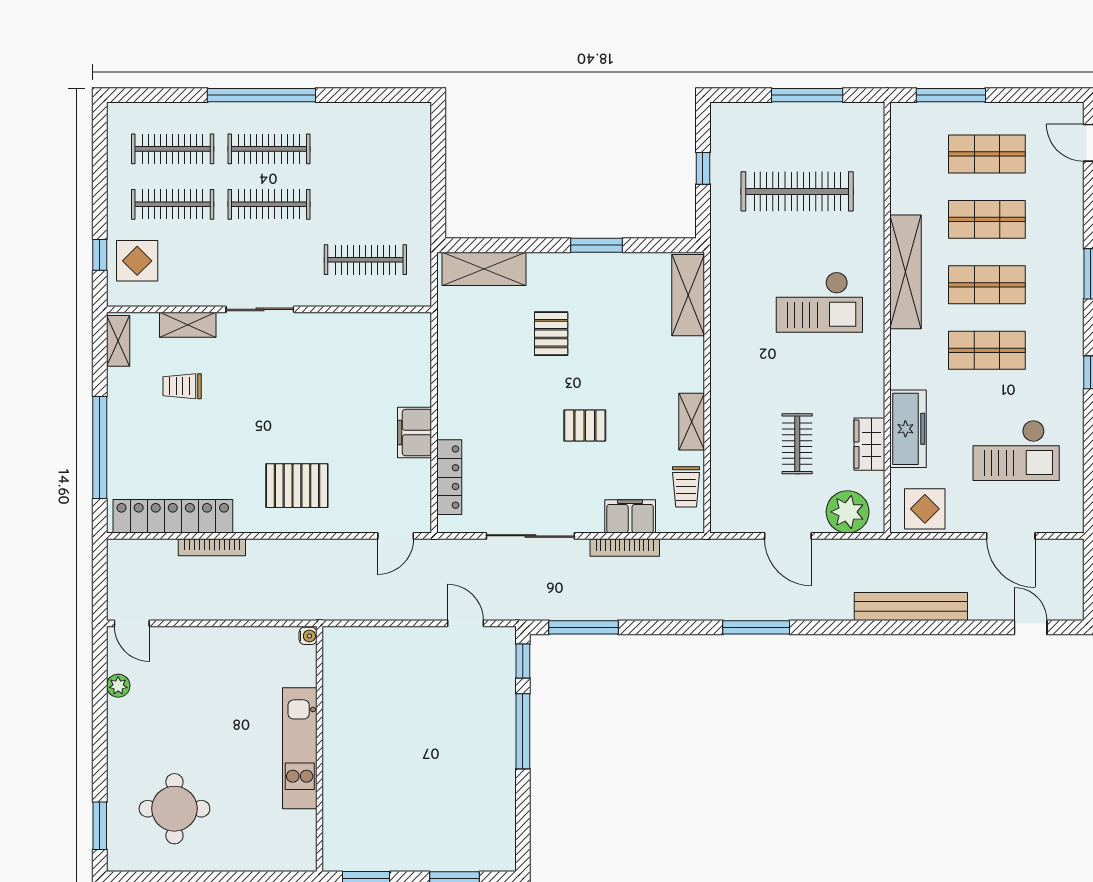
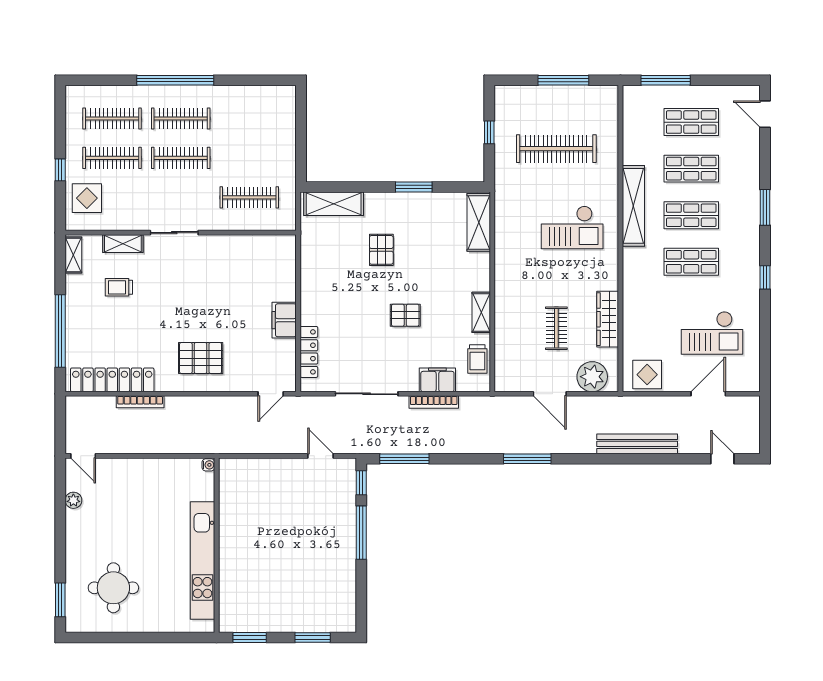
window: (100, 255) -> (60, 170), moved
freezer: (908, 429) -> (635, 318), removed
wardrobe: (869, 444) -> (608, 319), width x1.50
door: (1011, 536) -> (708, 394), swing flipped
kitchen unit: (300, 748) -> (202, 560), width x1.36

